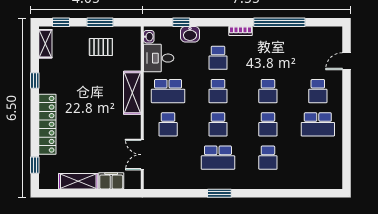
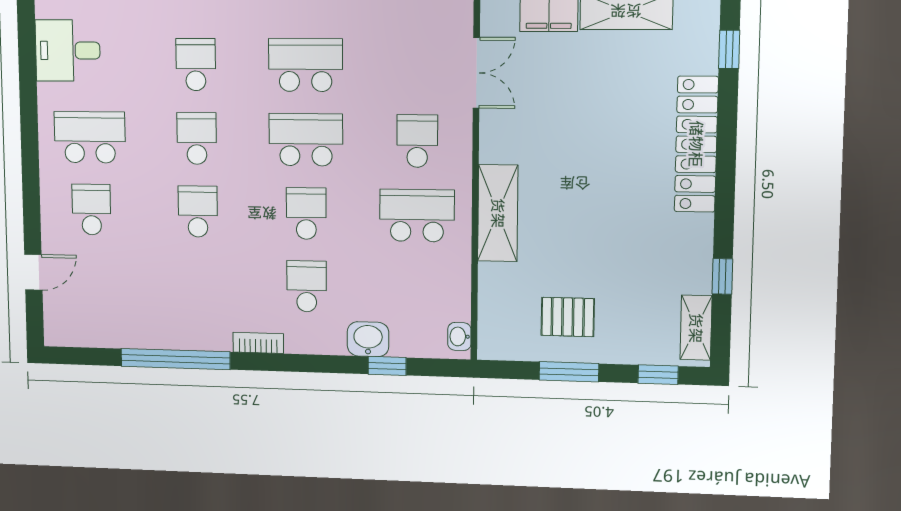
desk: (159, 58) -> (68, 50), moved, turned 180
window: (35, 81) -> (722, 276), moved
school desk: (218, 124) -> (306, 140), width x1.85

